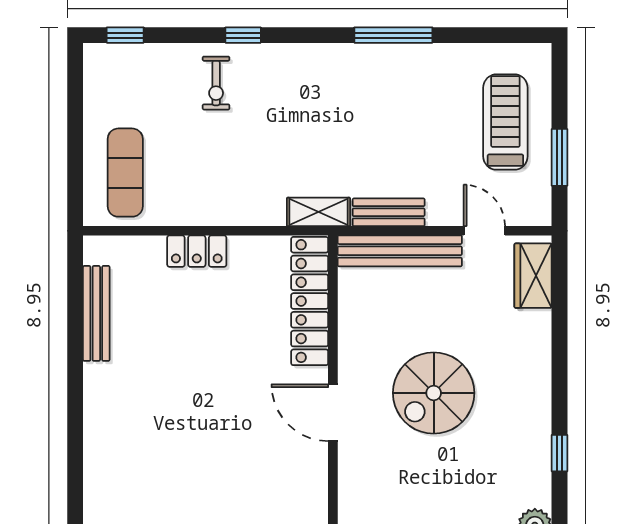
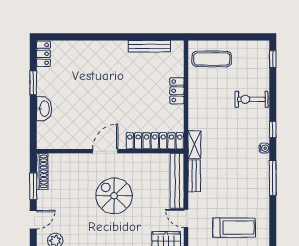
window: (243, 35) -> (273, 130), moved
water cooler: (326, 54) -> (264, 148), added
exercise bike: (216, 83) -> (251, 99), width x1.38, depth x1.39
door: (484, 231) -> (186, 218), swing flipped

